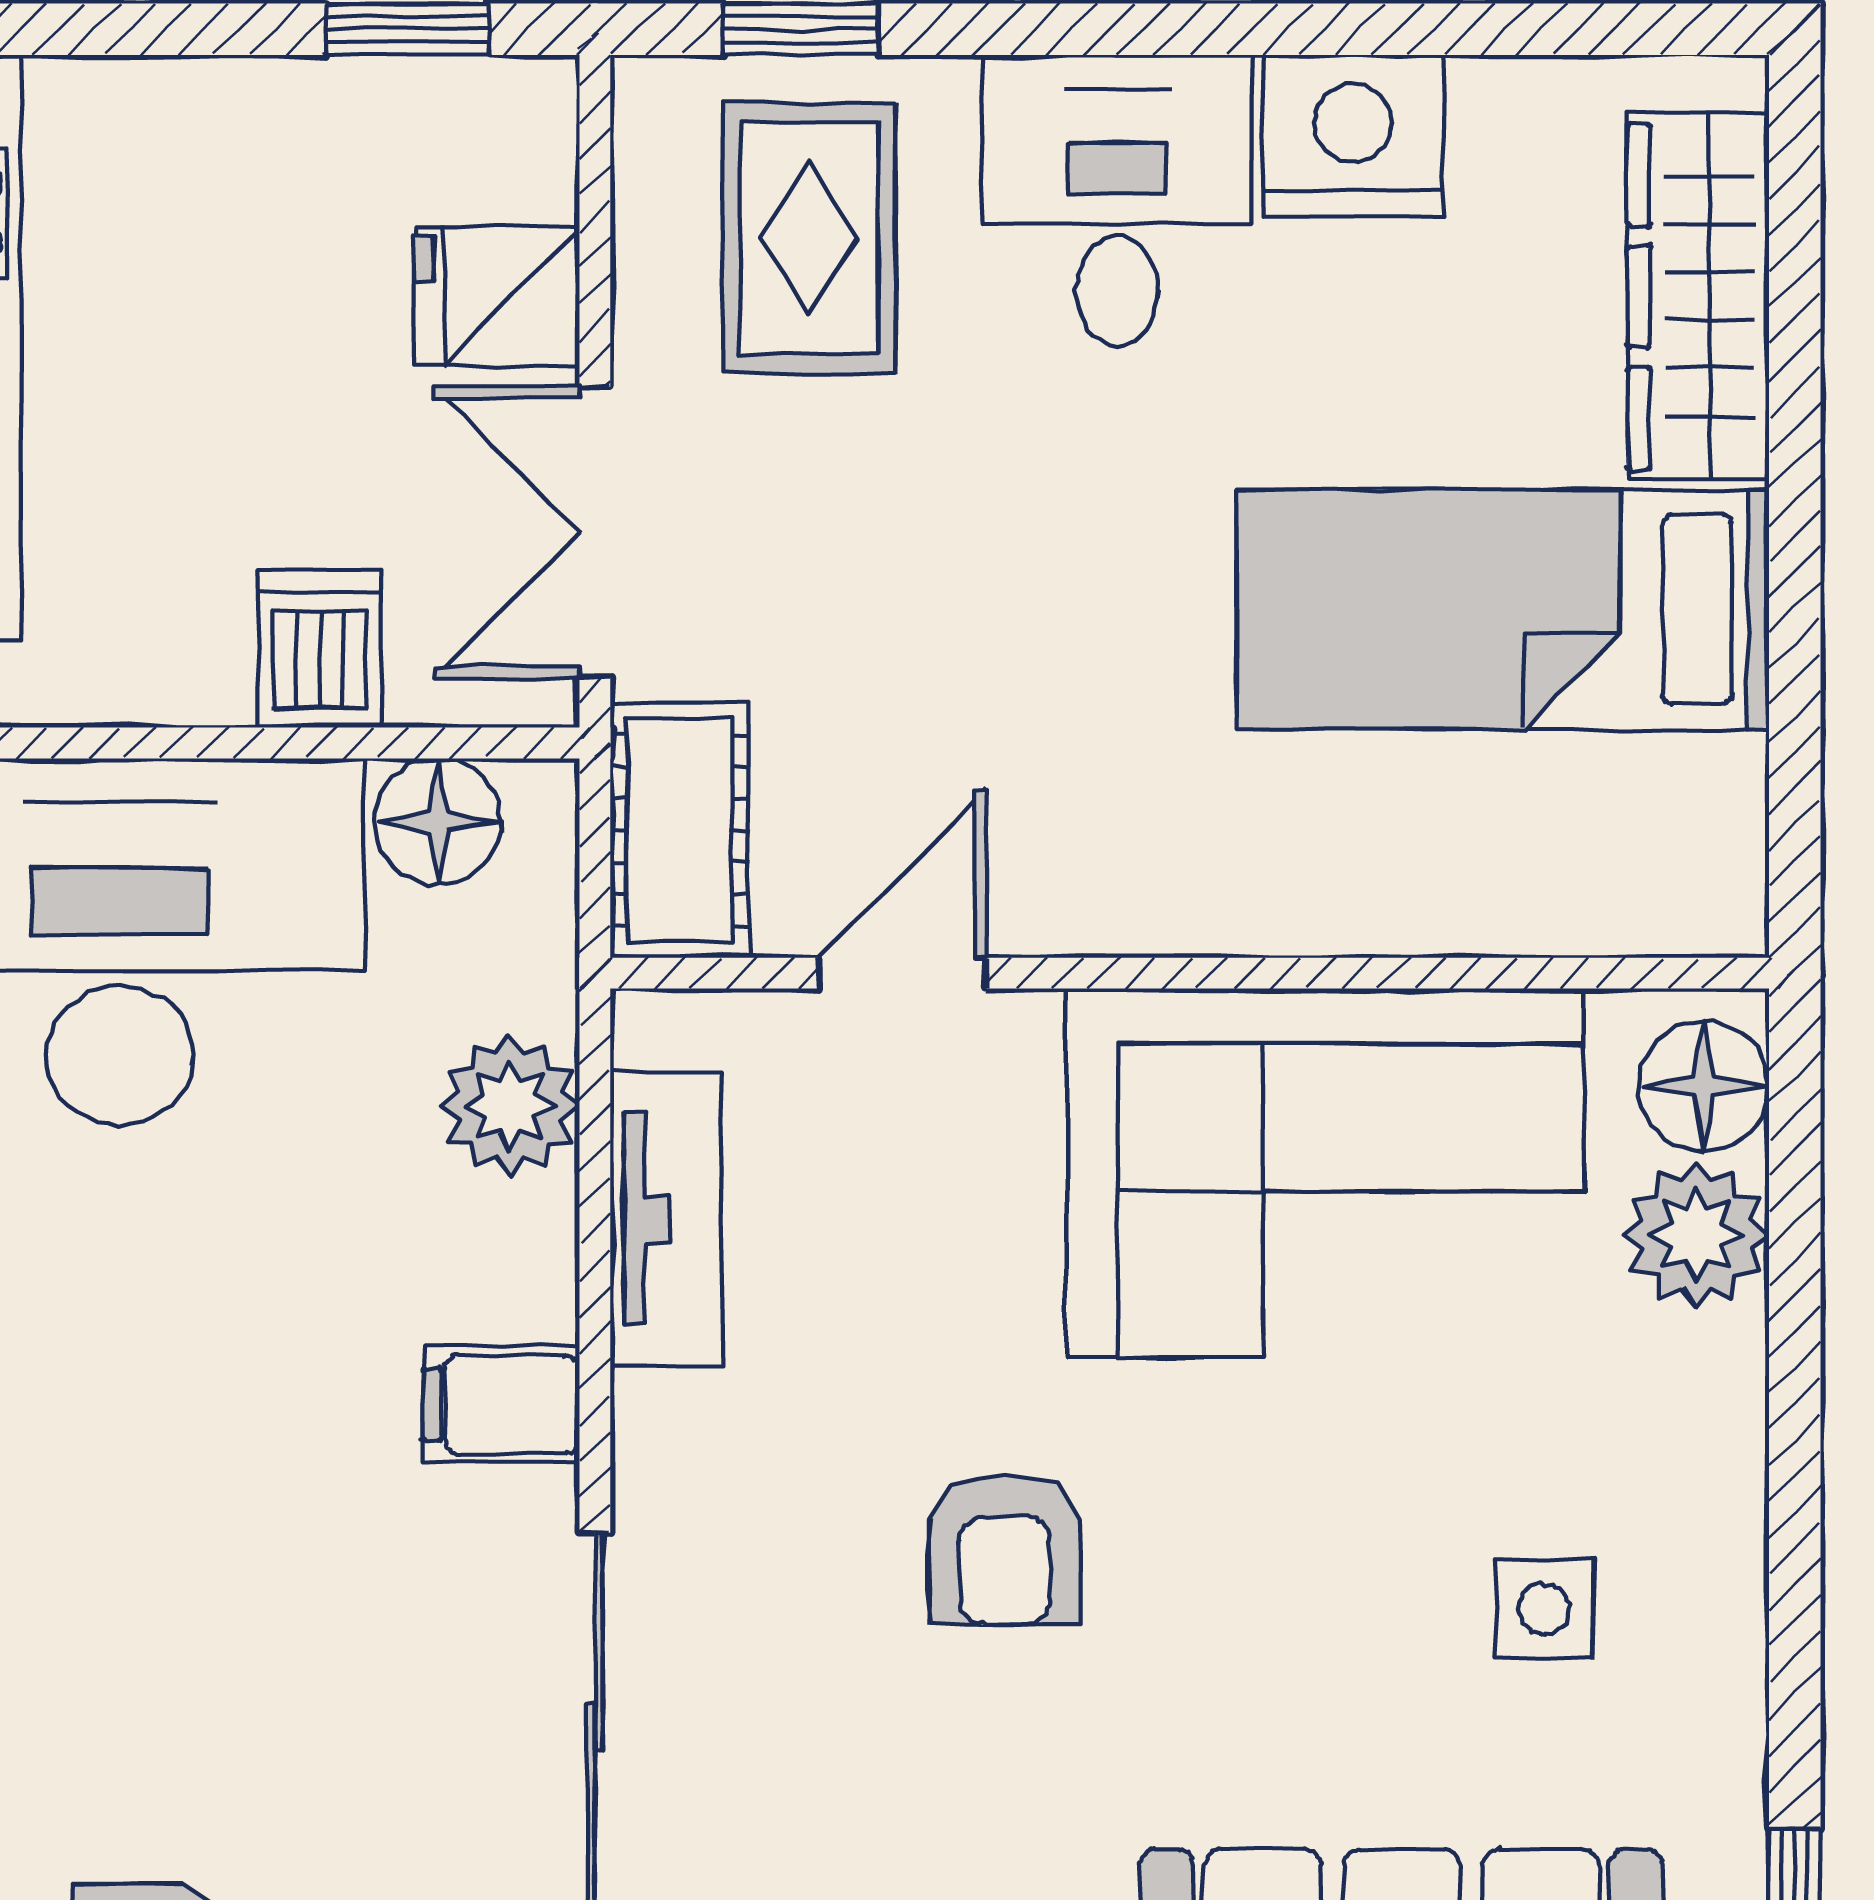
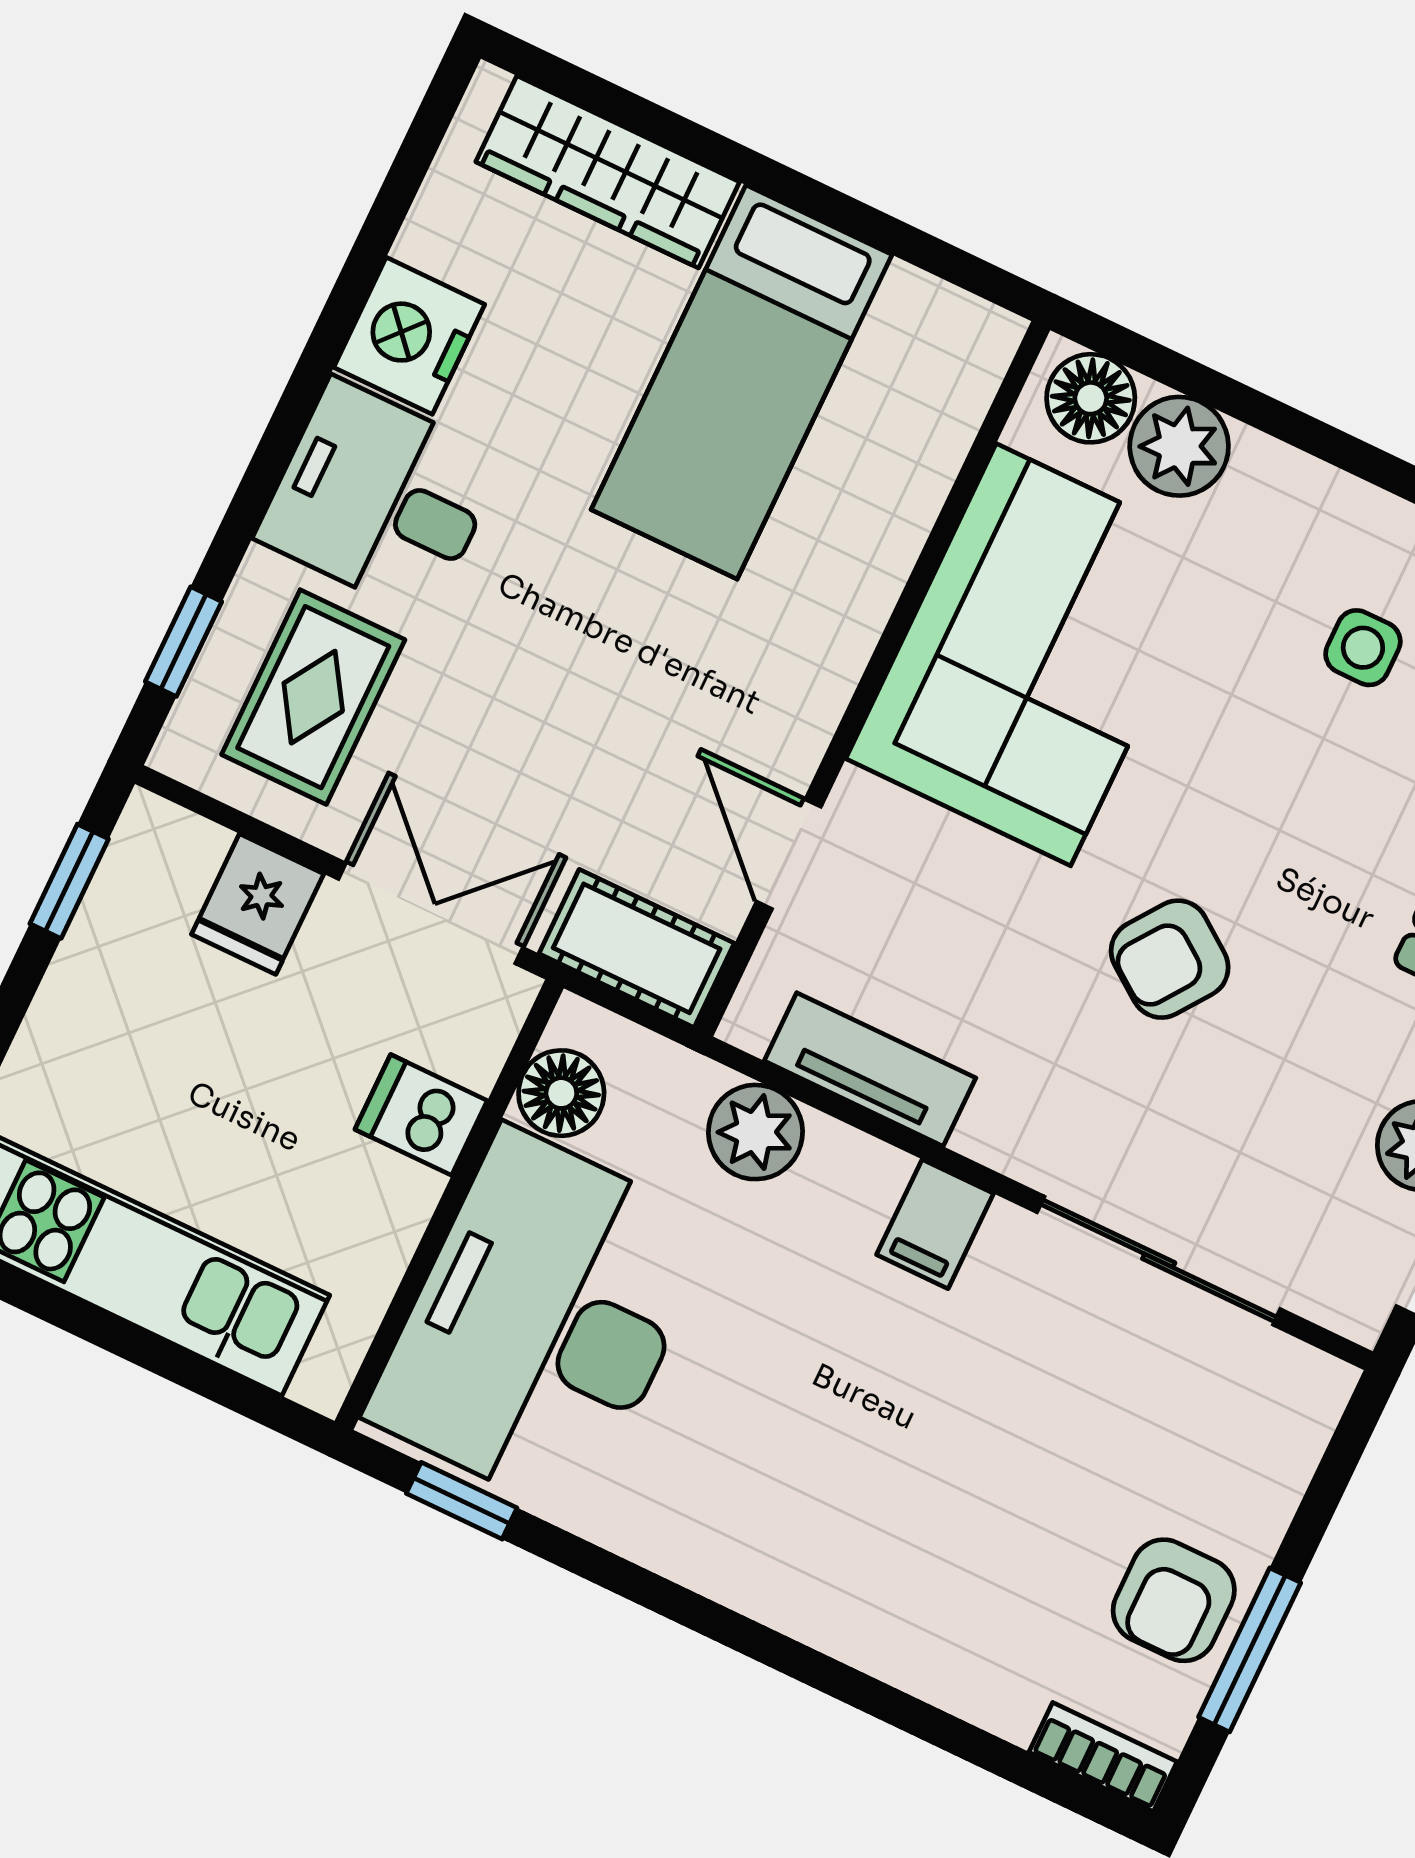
rug: (809, 238) -> (313, 697), turned 90
double door: (595, 532) -> (431, 913), swing flipped
armchair: (1005, 1549) -> (1170, 959), turned 126

